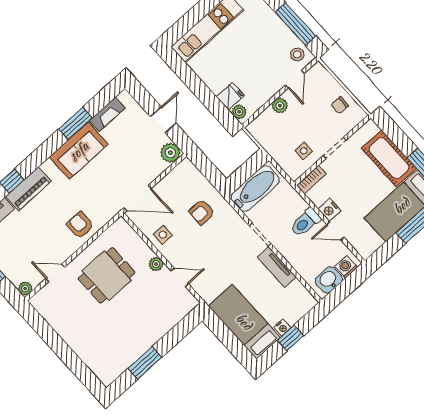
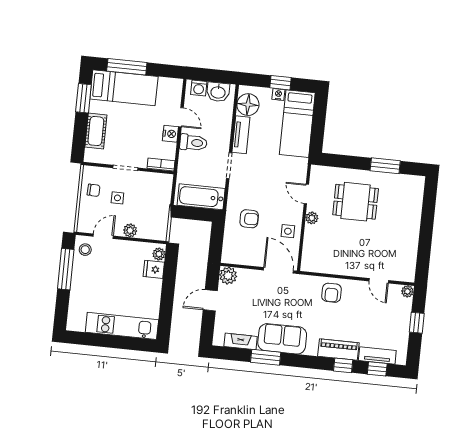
side table: (304, 151) -> (117, 198), moved
cot: (389, 158) -> (96, 131), width x0.73, depth x0.75
dining table: (107, 275) -> (356, 202), moved
floor lamp: (296, 295) -> (248, 105), added

